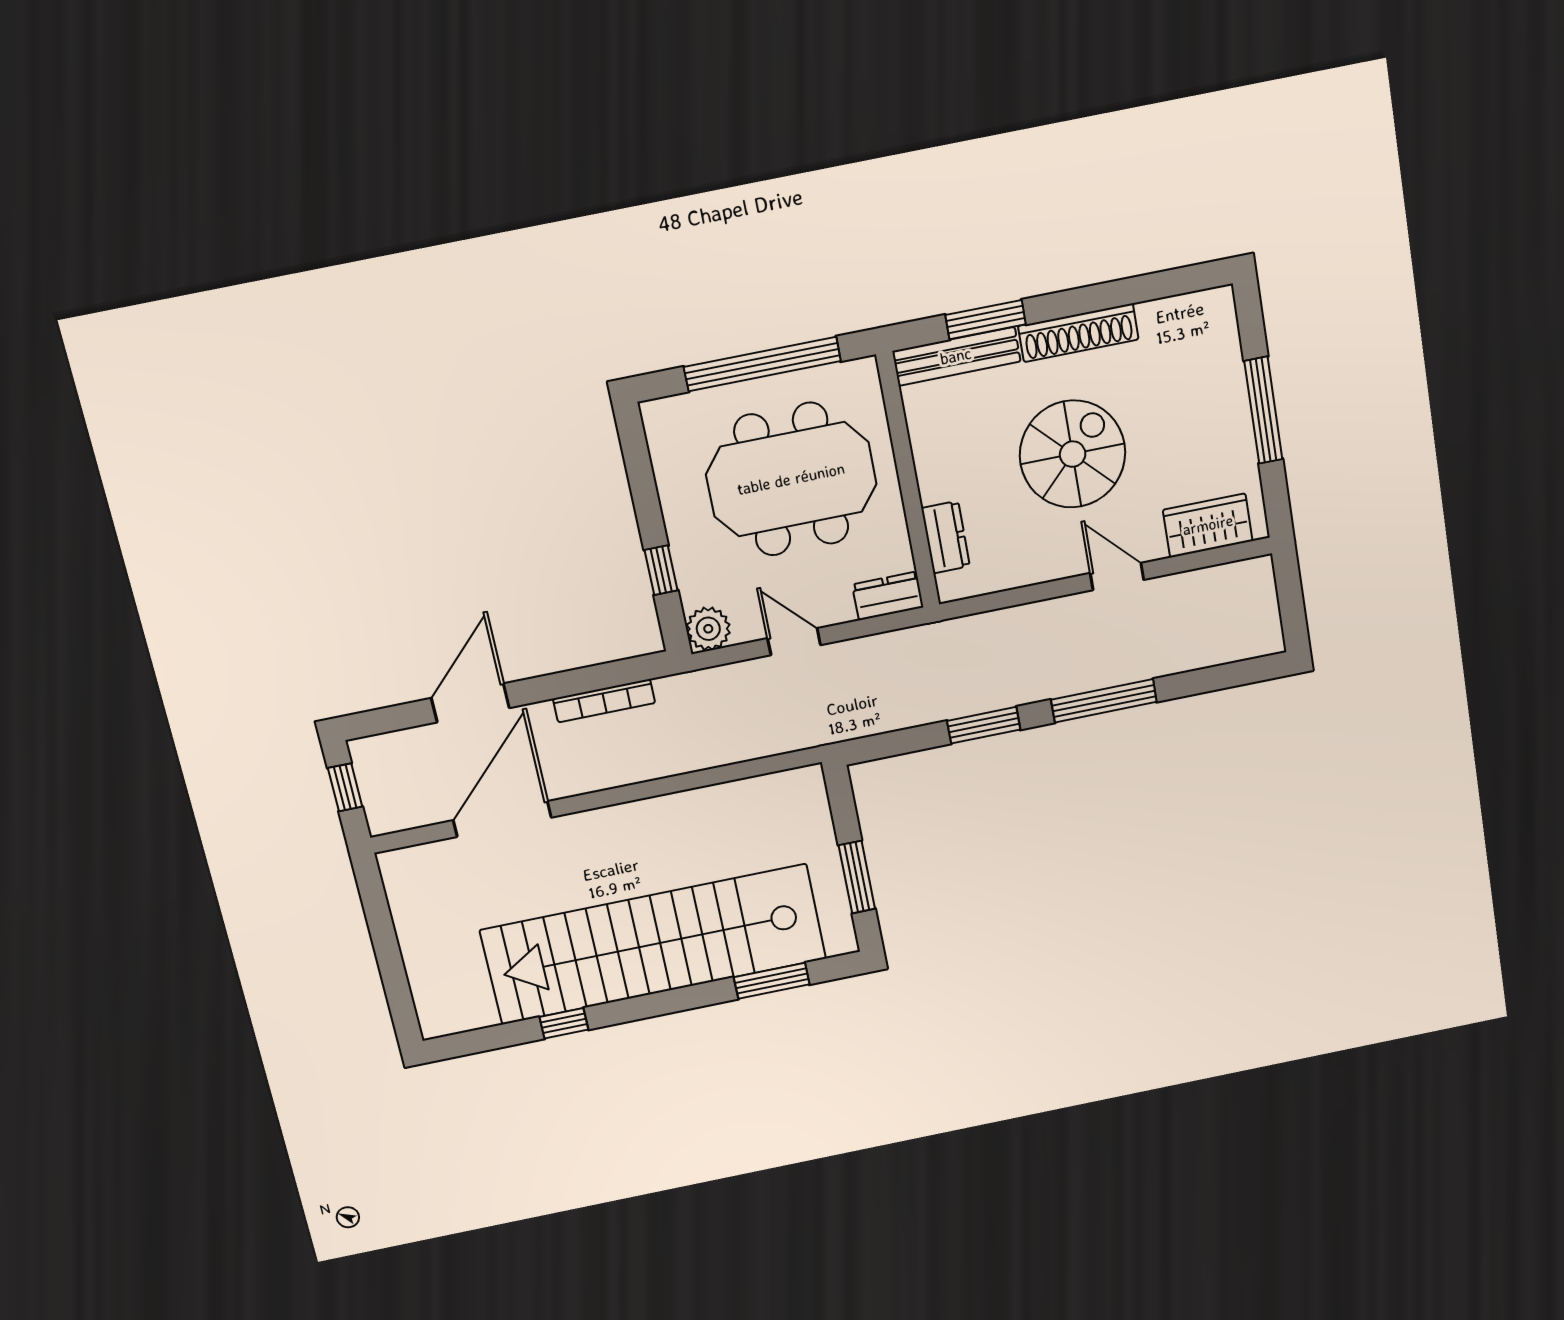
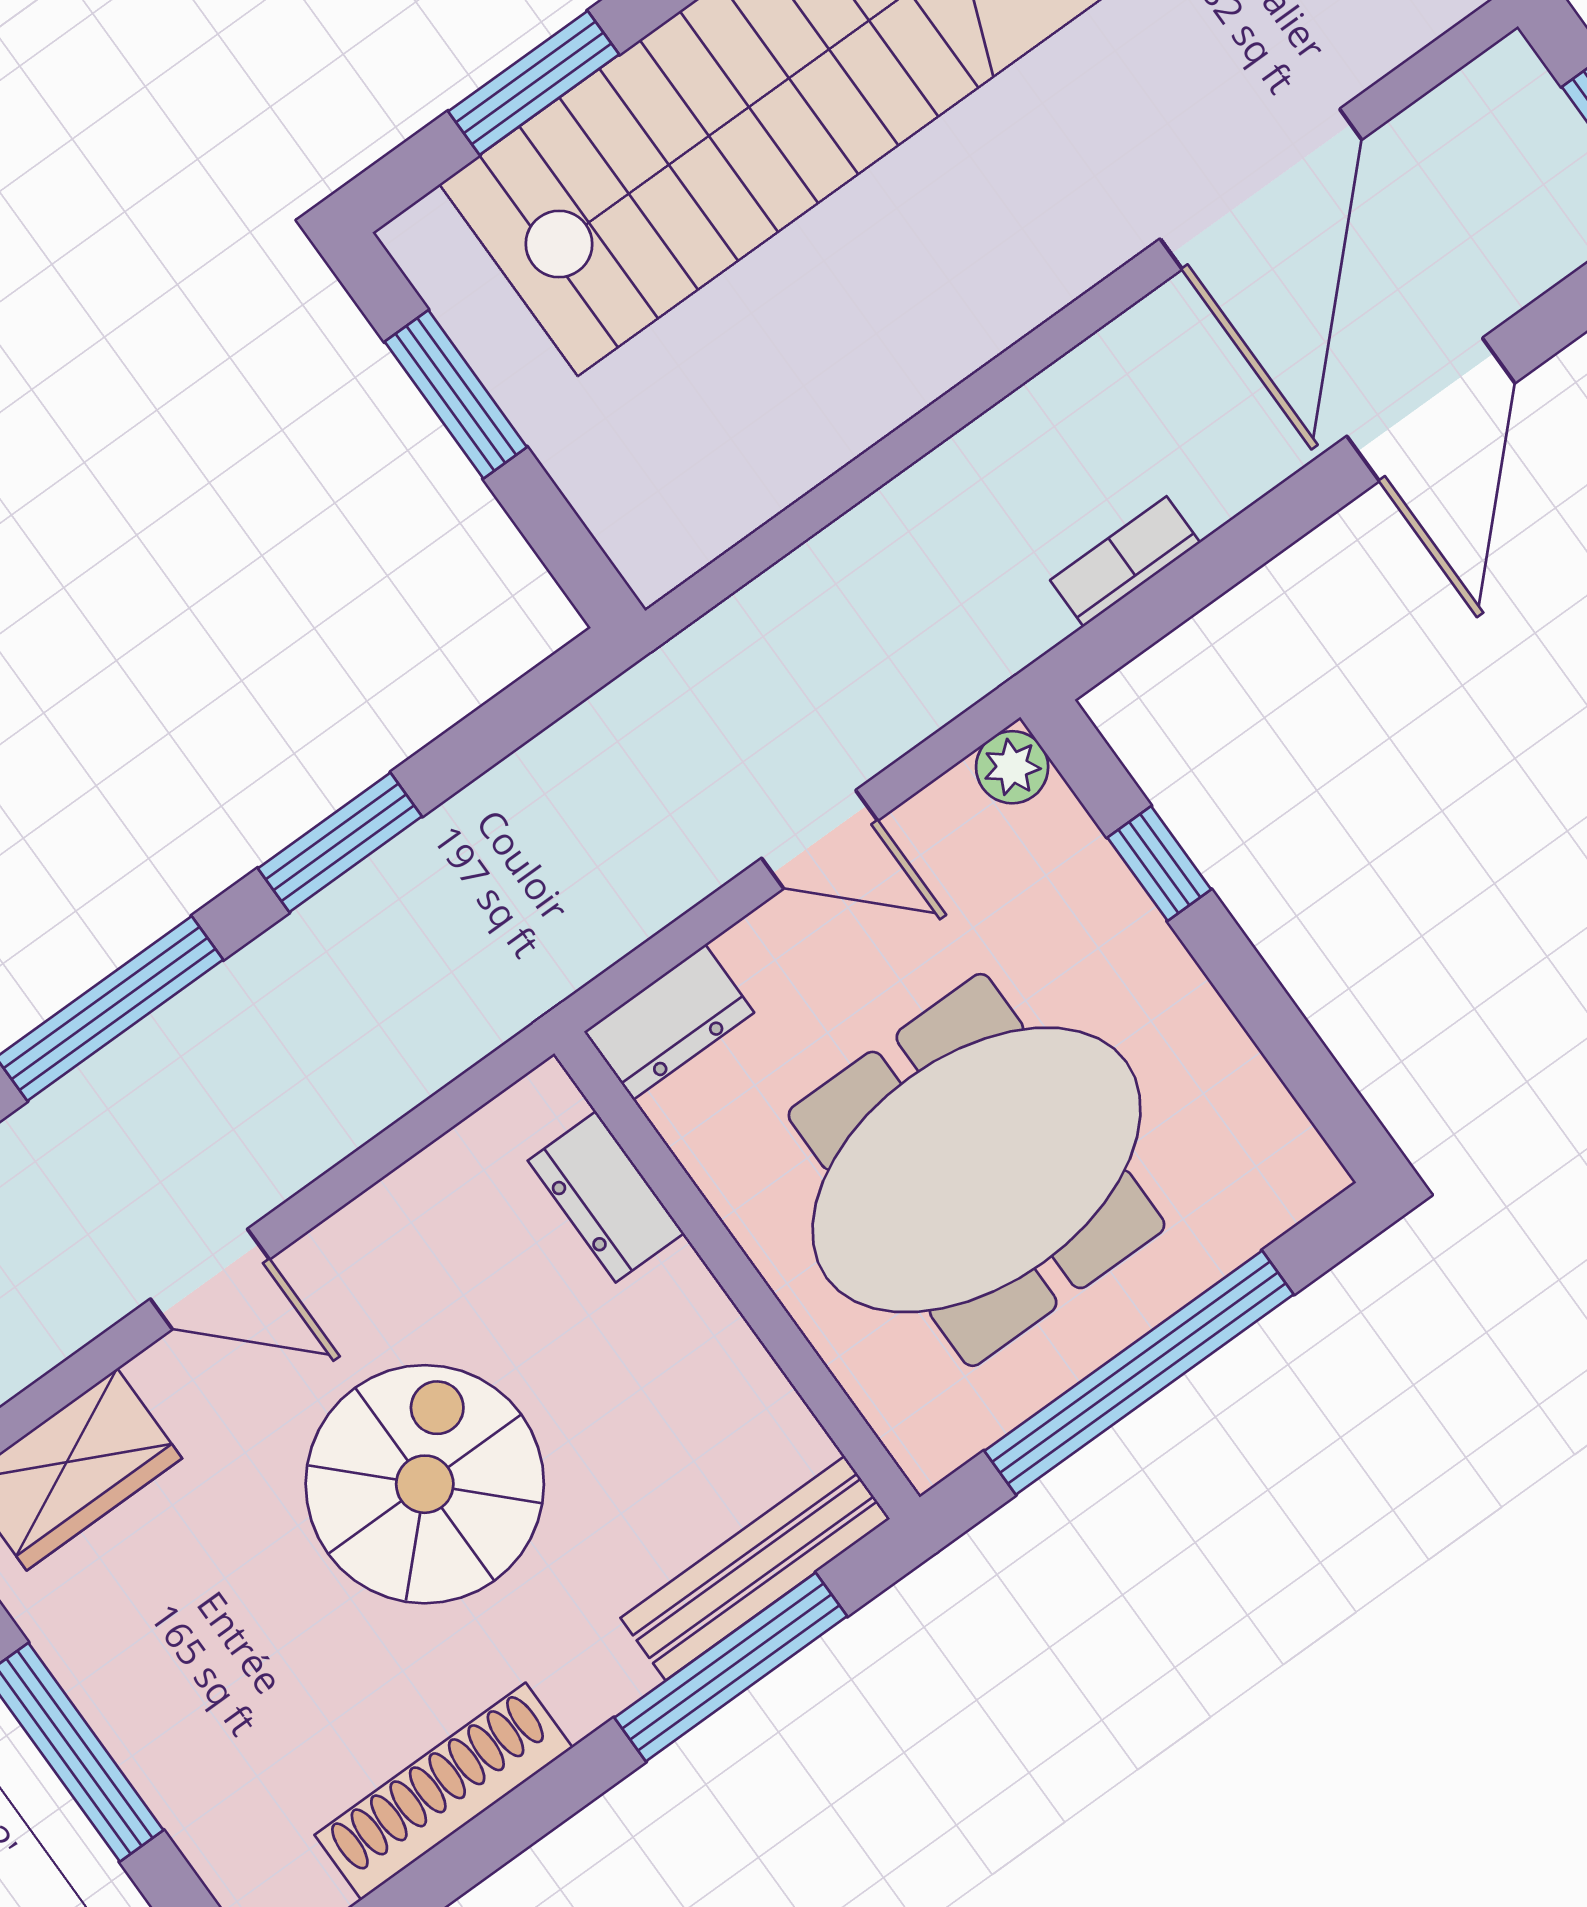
window: (986, 320) -> (731, 1667), width x1.44
shoe rack: (1078, 333) -> (444, 1791), moved
spiral stairs: (1073, 454) -> (425, 1484), turned 180
plant: (708, 629) -> (1012, 767), width x0.73, depth x0.73
bookcase: (604, 701) -> (1125, 561), width x0.64

